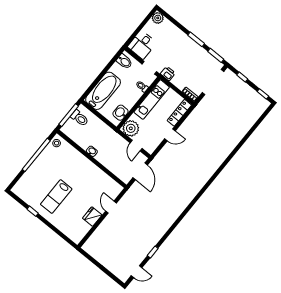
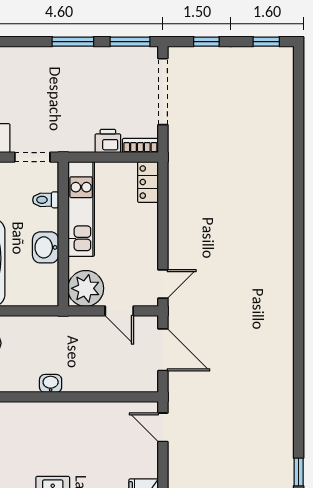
printer: (168, 74) -> (108, 141), moved
washbasin: (120, 113) -> (46, 247), moved
locker: (179, 113) -> (148, 182), width x0.66
door: (170, 135) -> (163, 284), moved
door: (111, 207) -> (163, 427), moved

